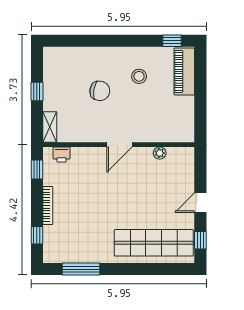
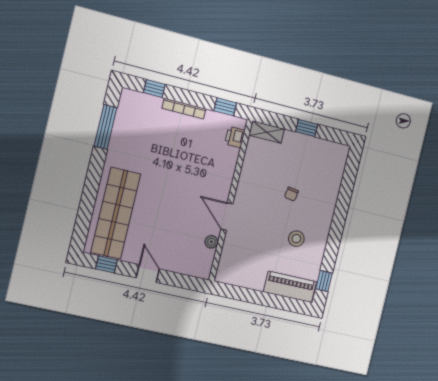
chair: (100, 91) -> (291, 194), width x0.54, depth x0.54
door: (120, 145) -> (227, 216), moved

